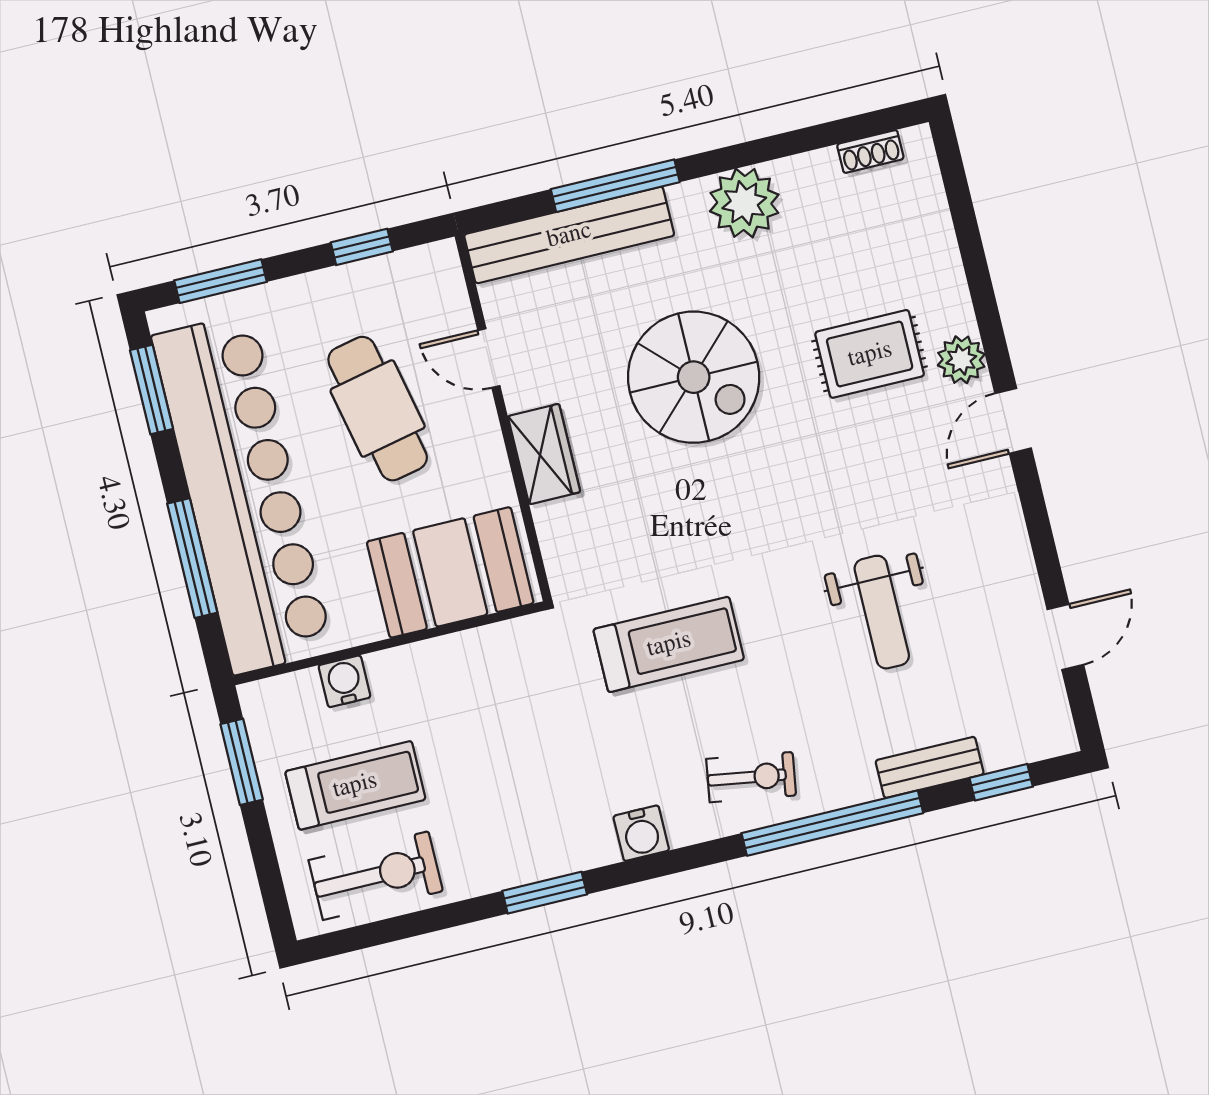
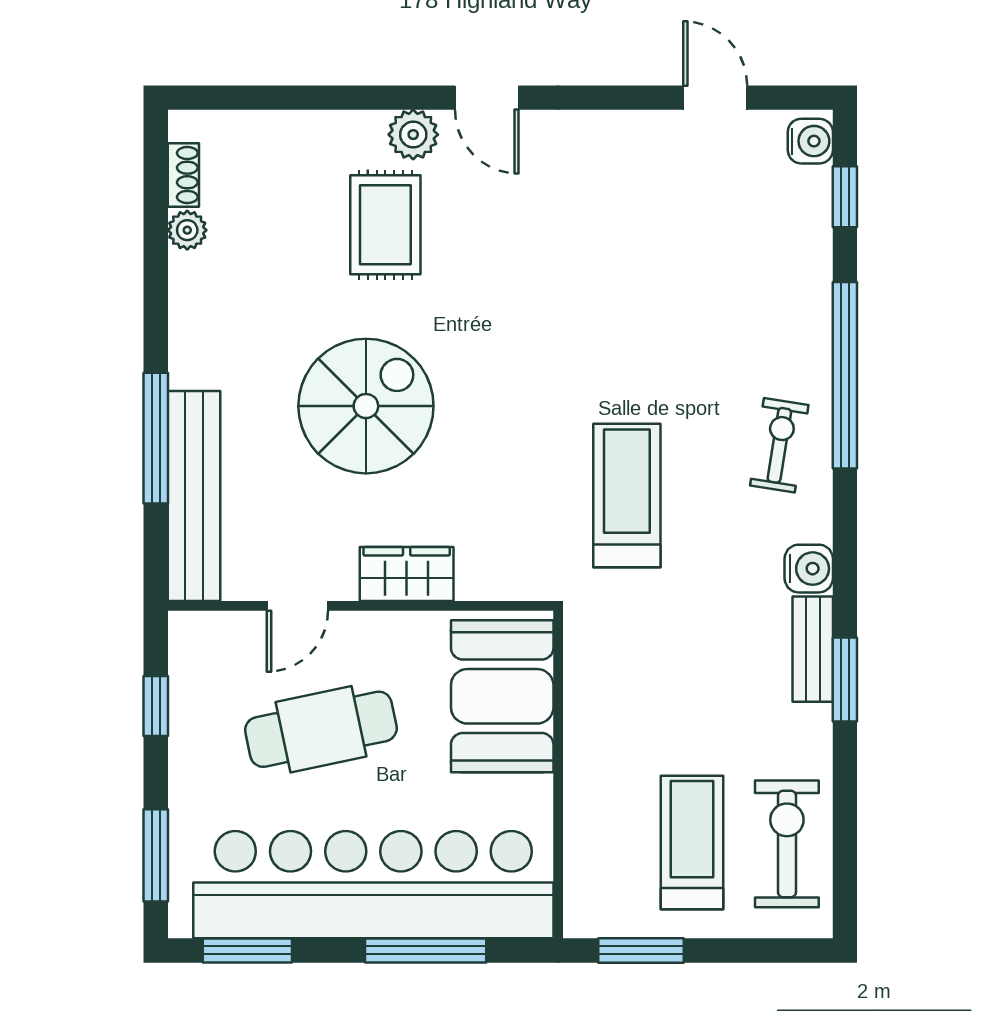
plant: (744, 203) -> (187, 230), moved, width x0.53, depth x0.53
weight bench: (882, 612) -> (646, 275), removed
water cooler: (344, 681) -> (810, 141), moved, turned 180
bench: (930, 767) -> (813, 649), moved

